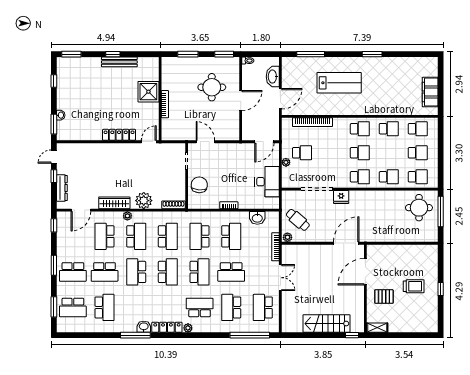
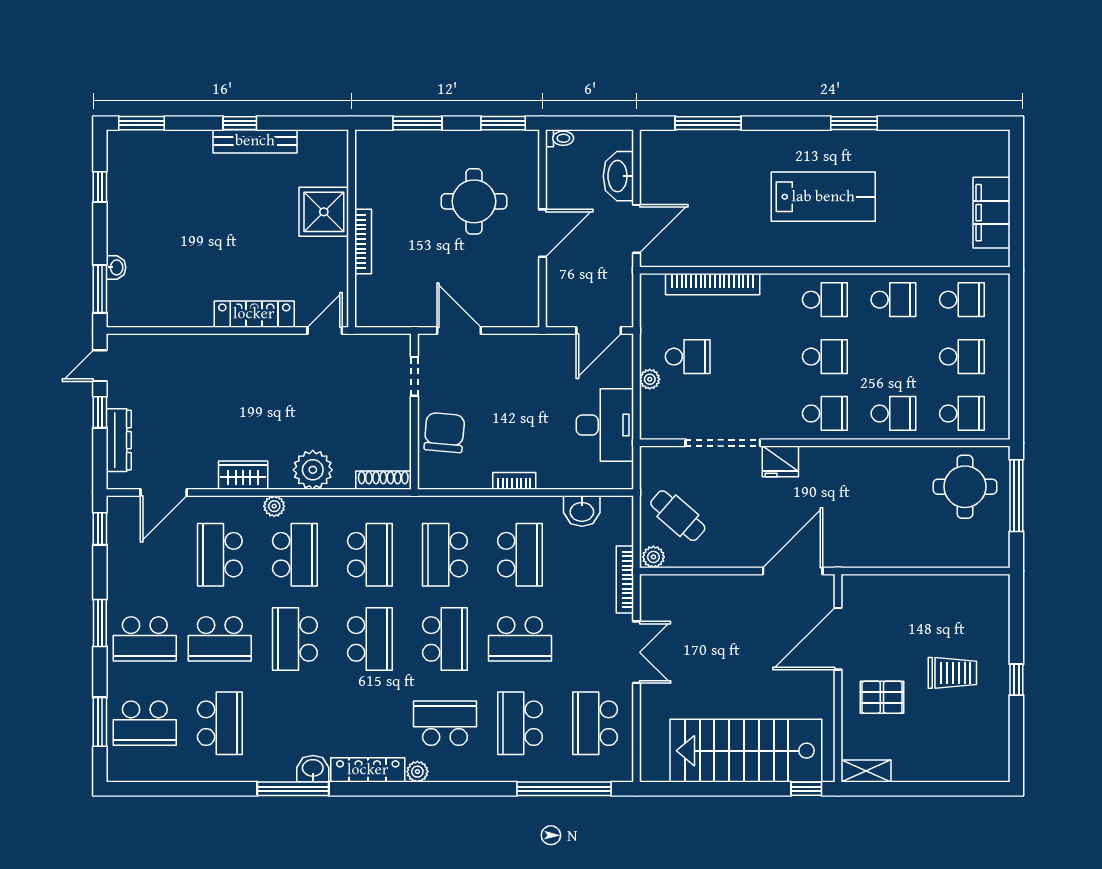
lab bench: (339, 83) -> (823, 197), moved
wardrobe: (114, 203) -> (243, 475), width x0.67
stairs: (327, 324) -> (746, 751), width x1.36, depth x1.51

